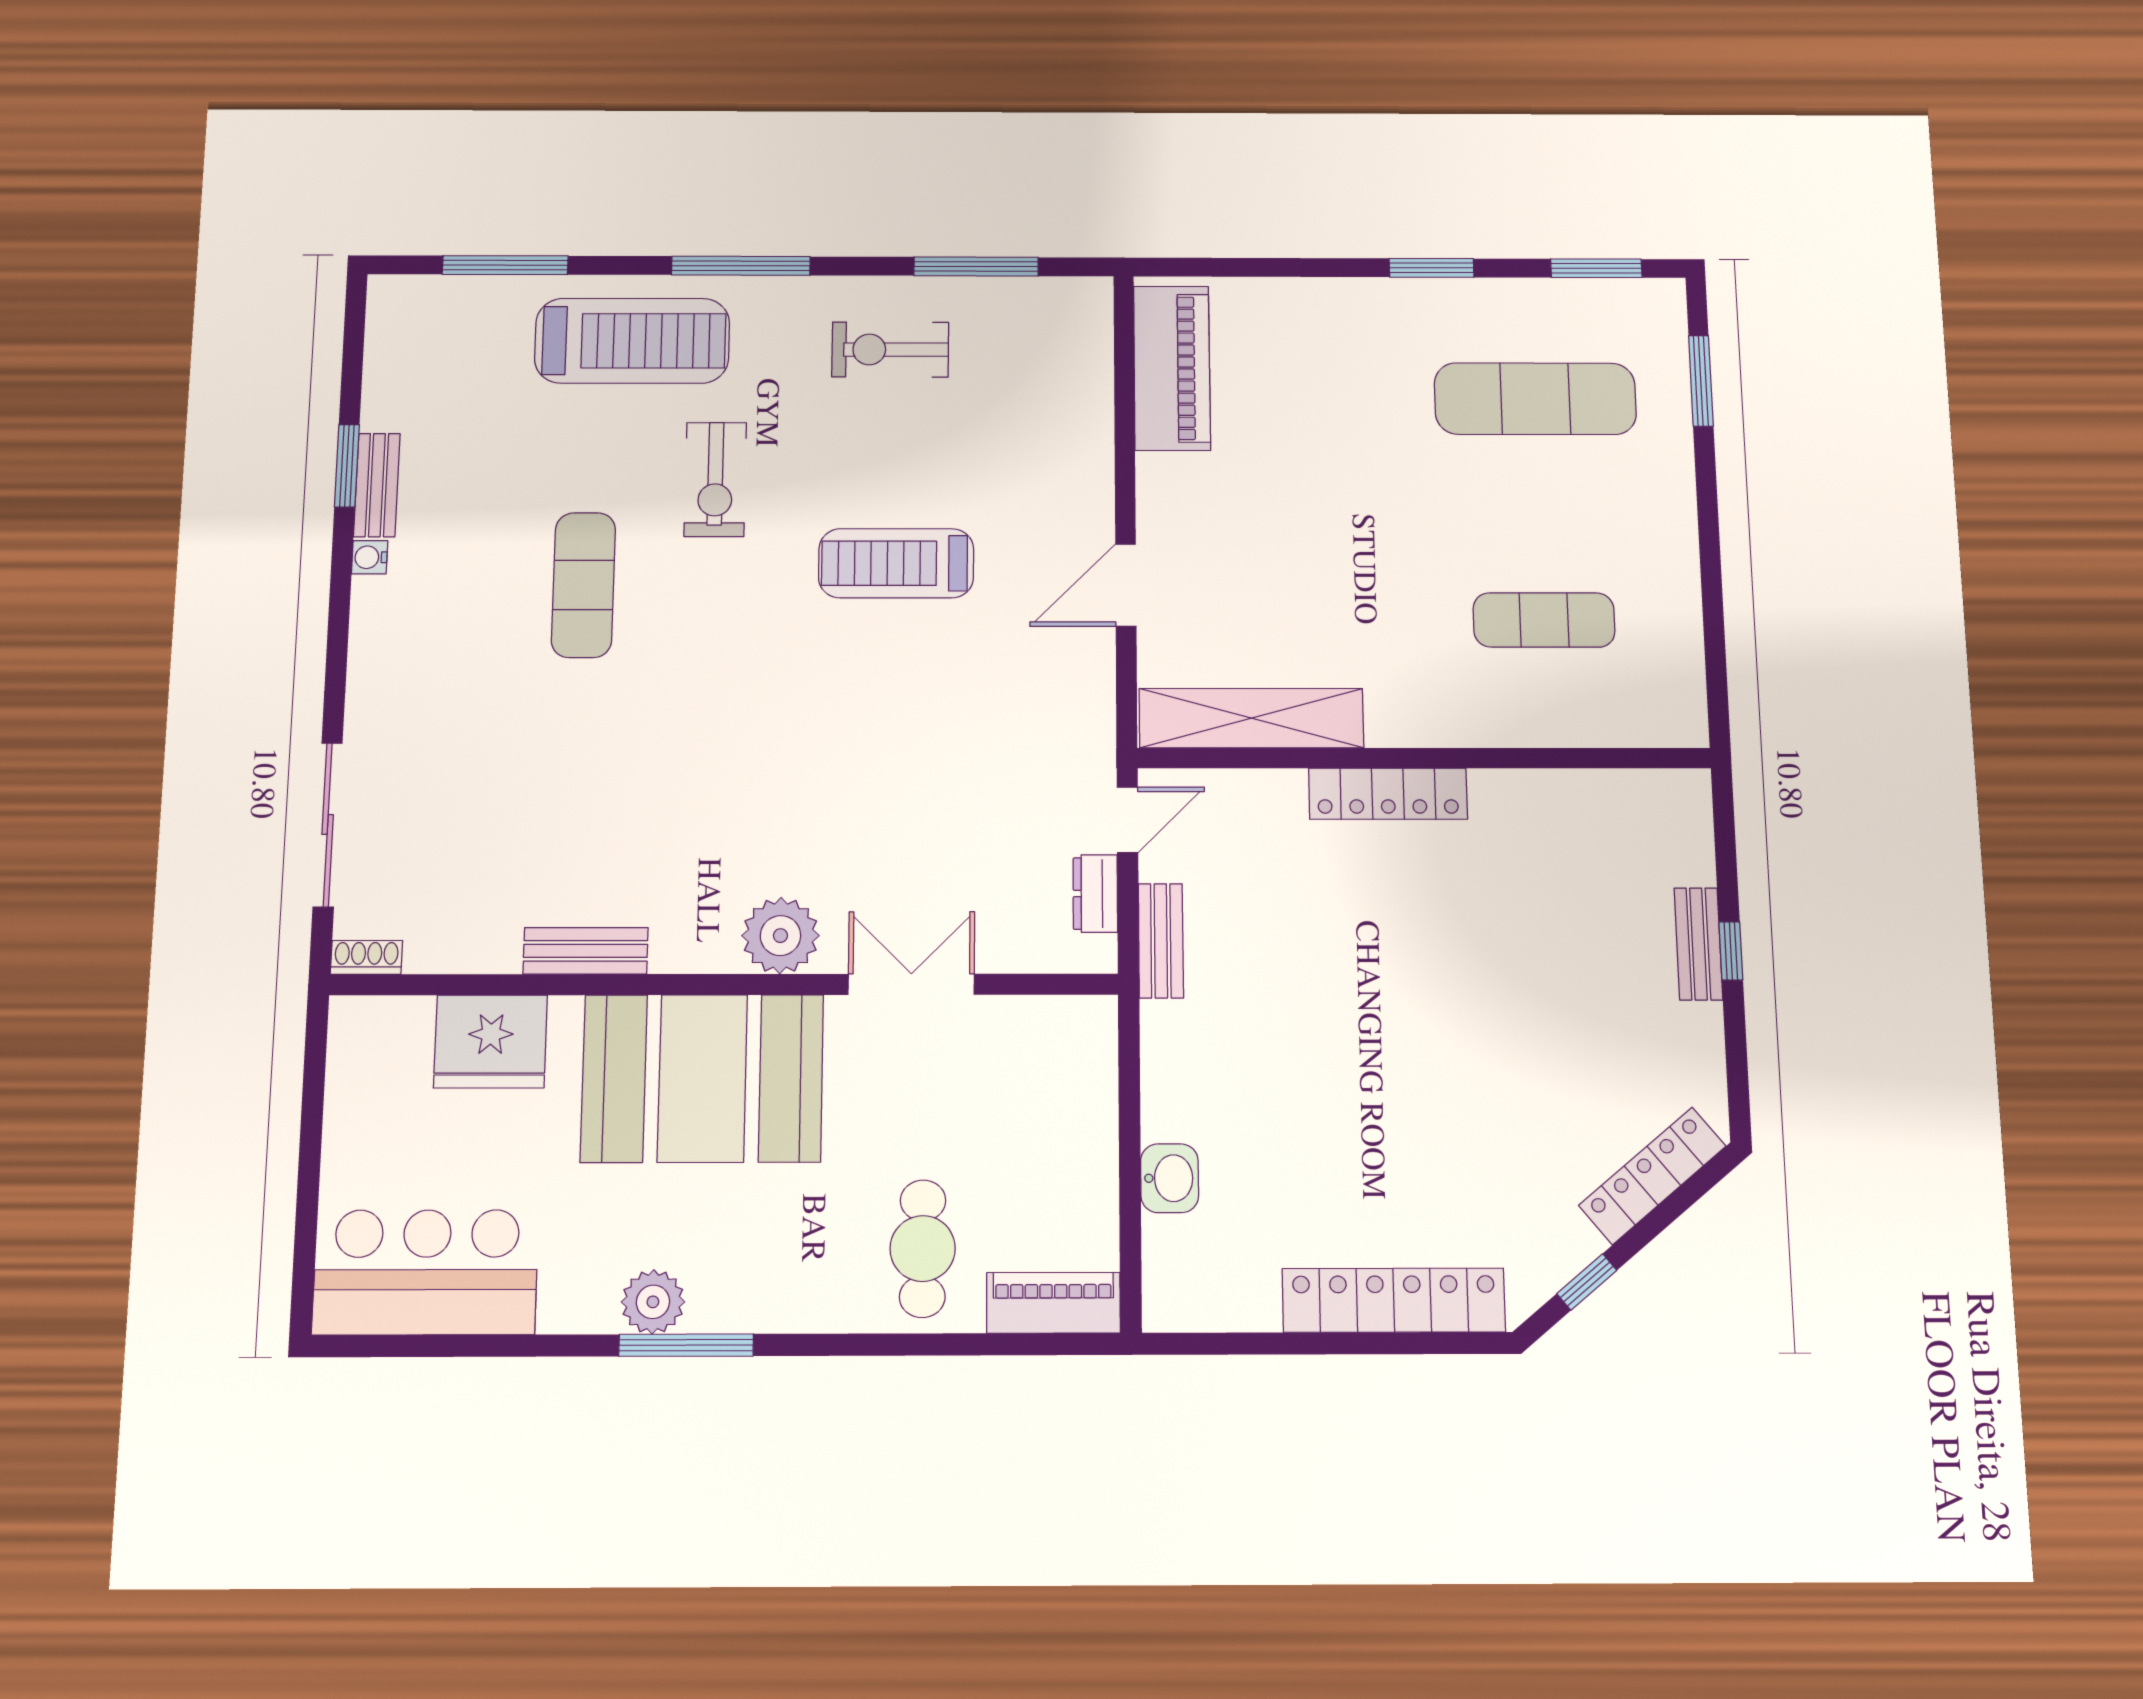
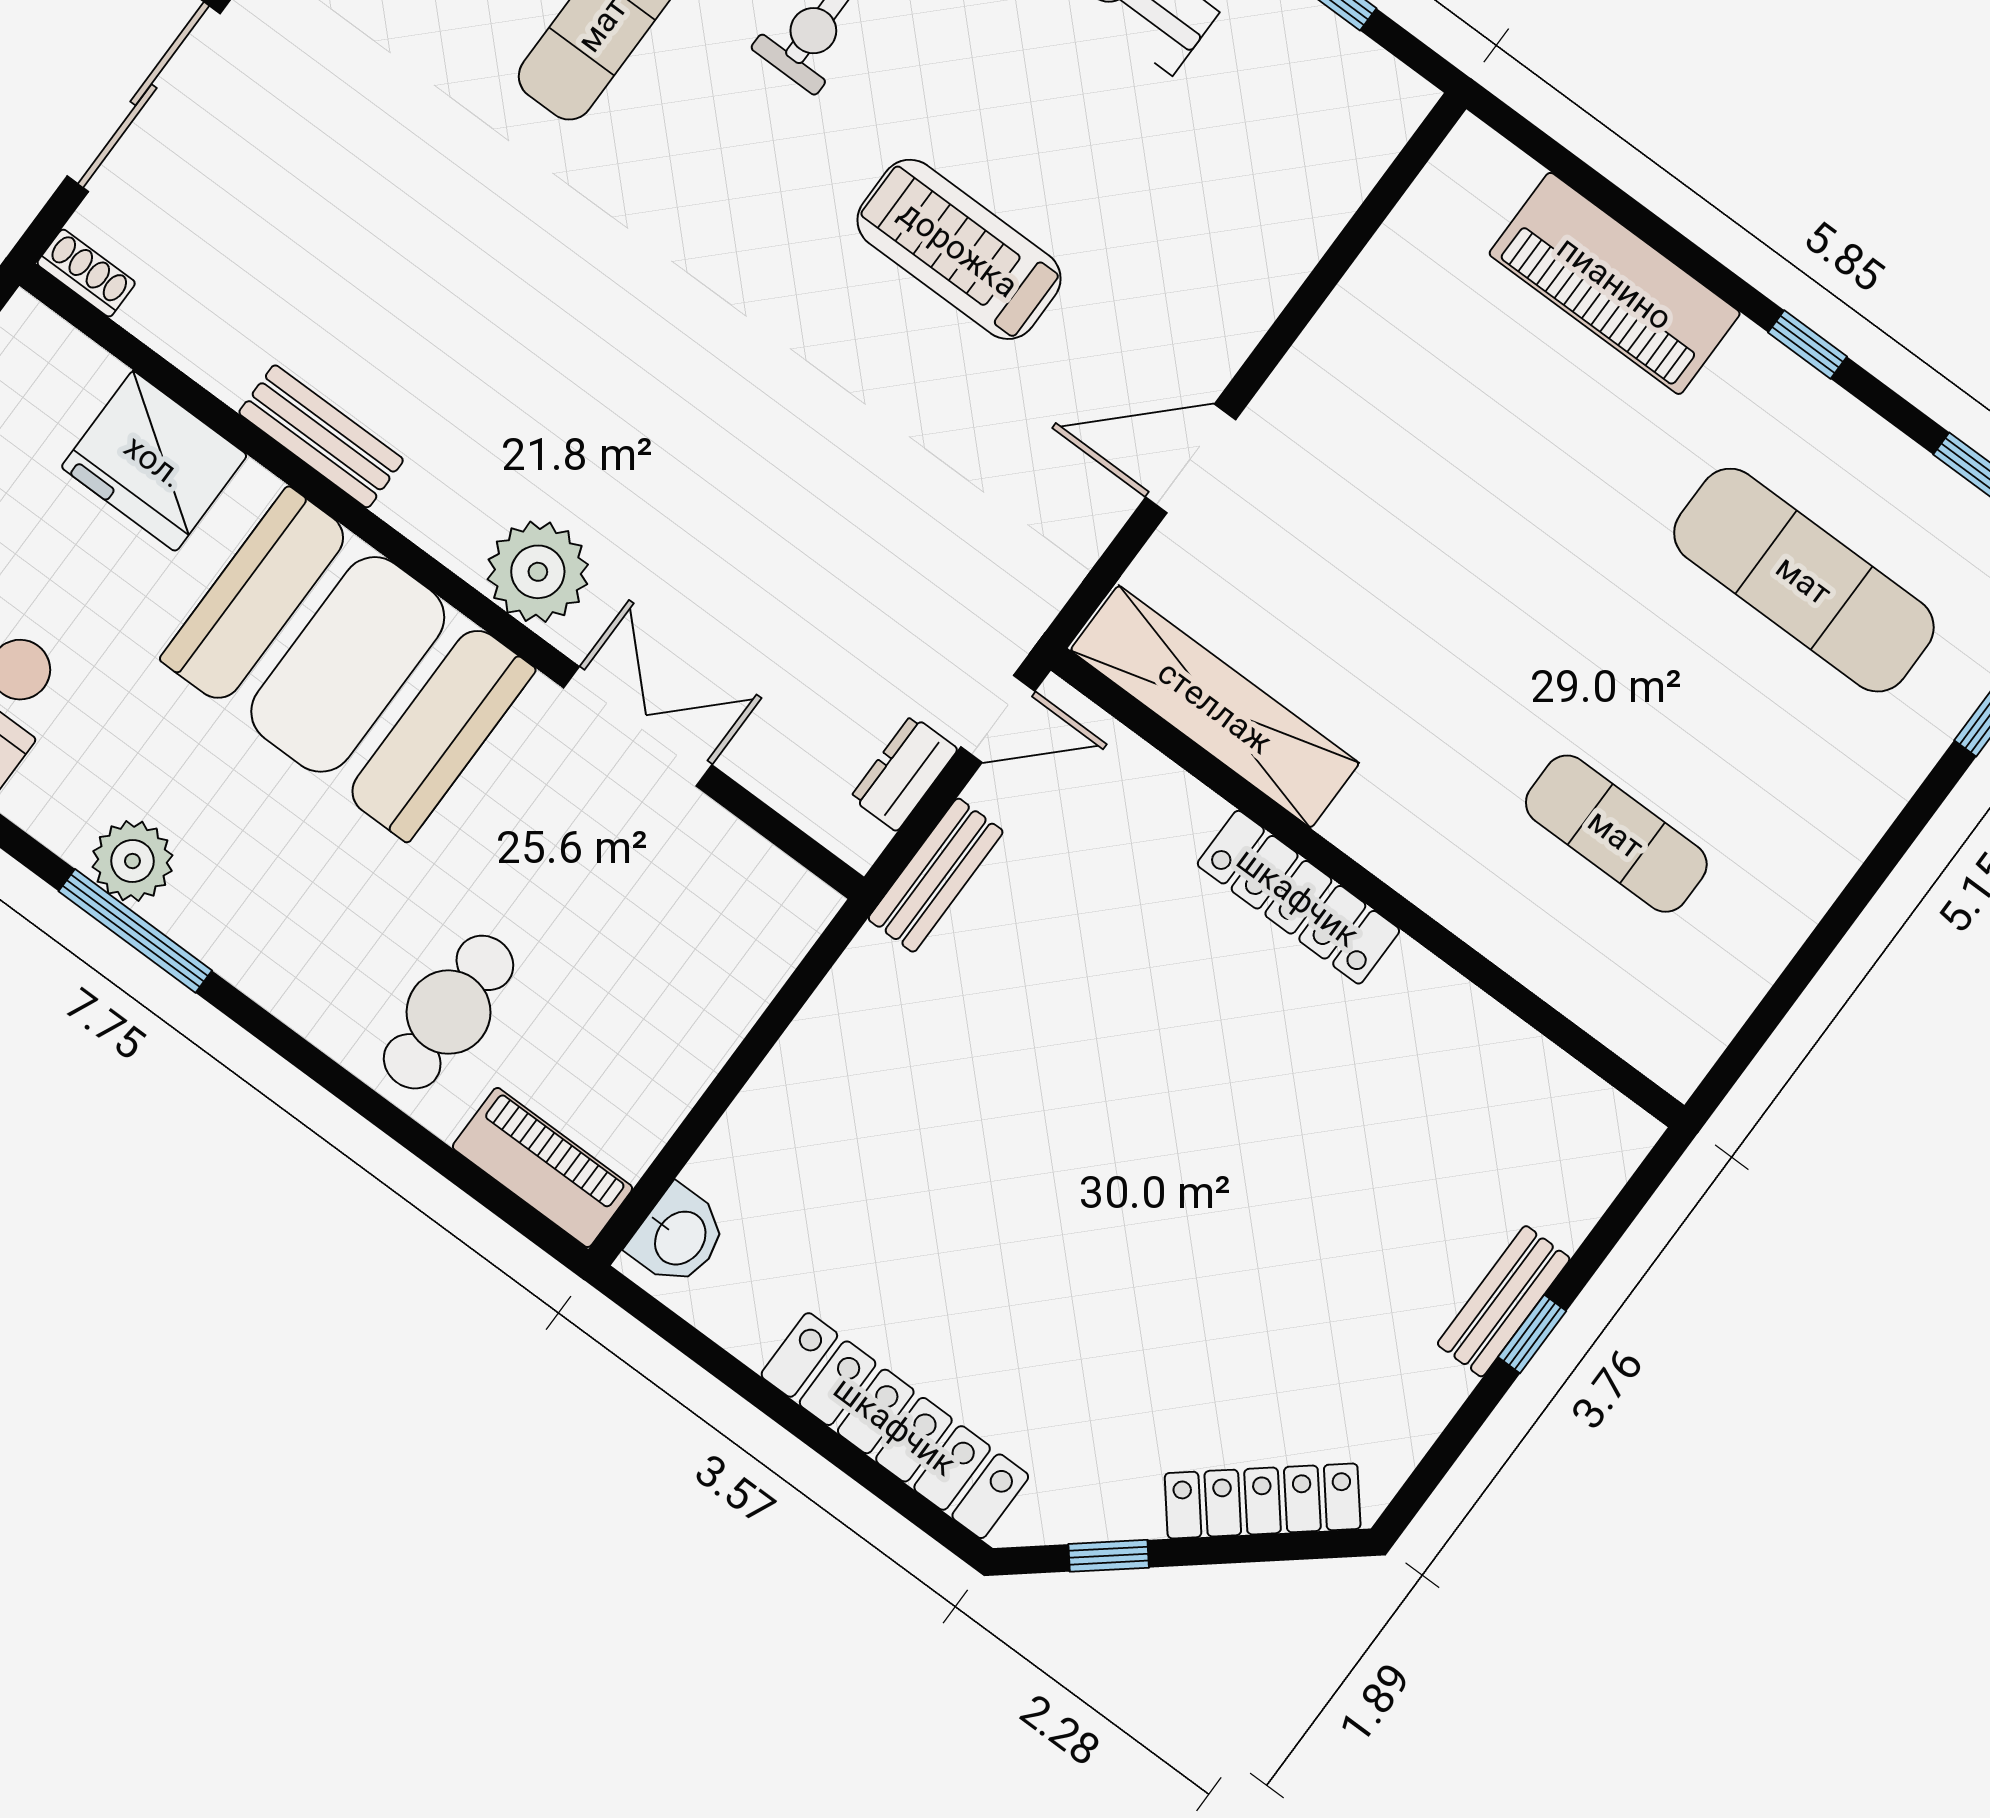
window: (1431, 268) -> (1807, 344), width x0.67
piano: (1172, 368) -> (1615, 283), moved, turned 90
washbasin: (1170, 1178) -> (678, 1237), moved

